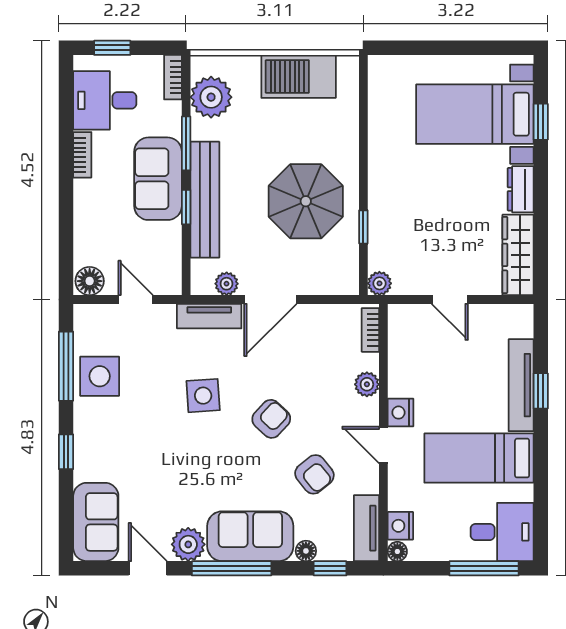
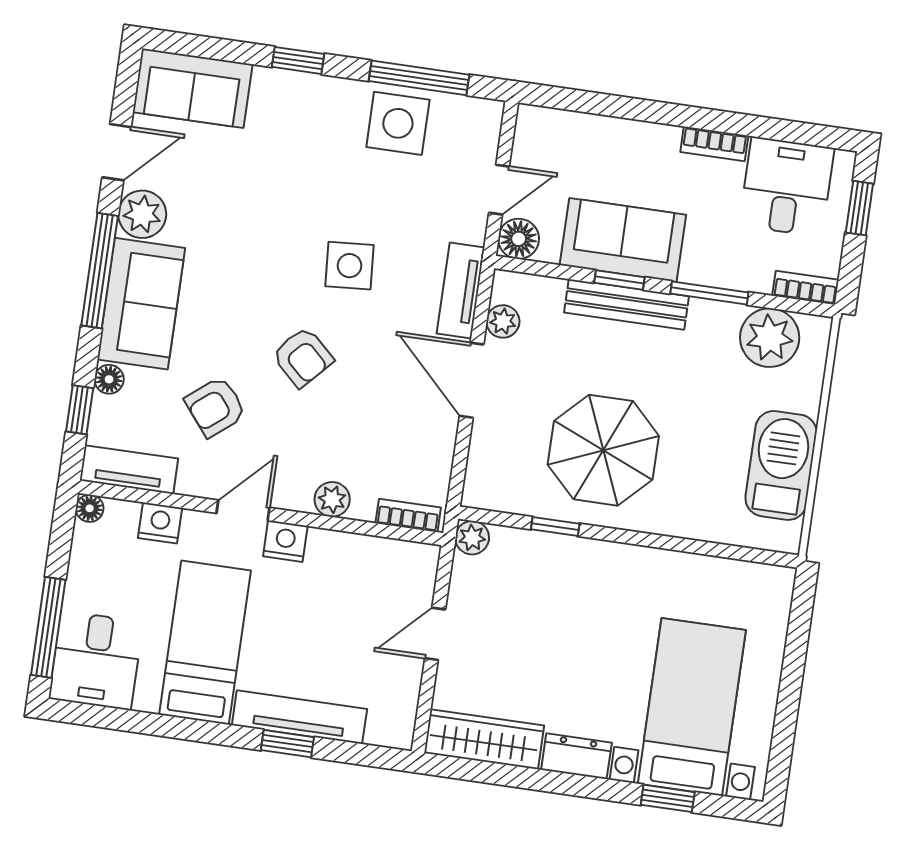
sofa: (158, 179) -> (623, 240), moved
bench: (205, 200) -> (626, 304), width x0.73, depth x0.82
floor lamp: (90, 281) -> (519, 239), moved
nightstand: (400, 526) -> (160, 523), moved

